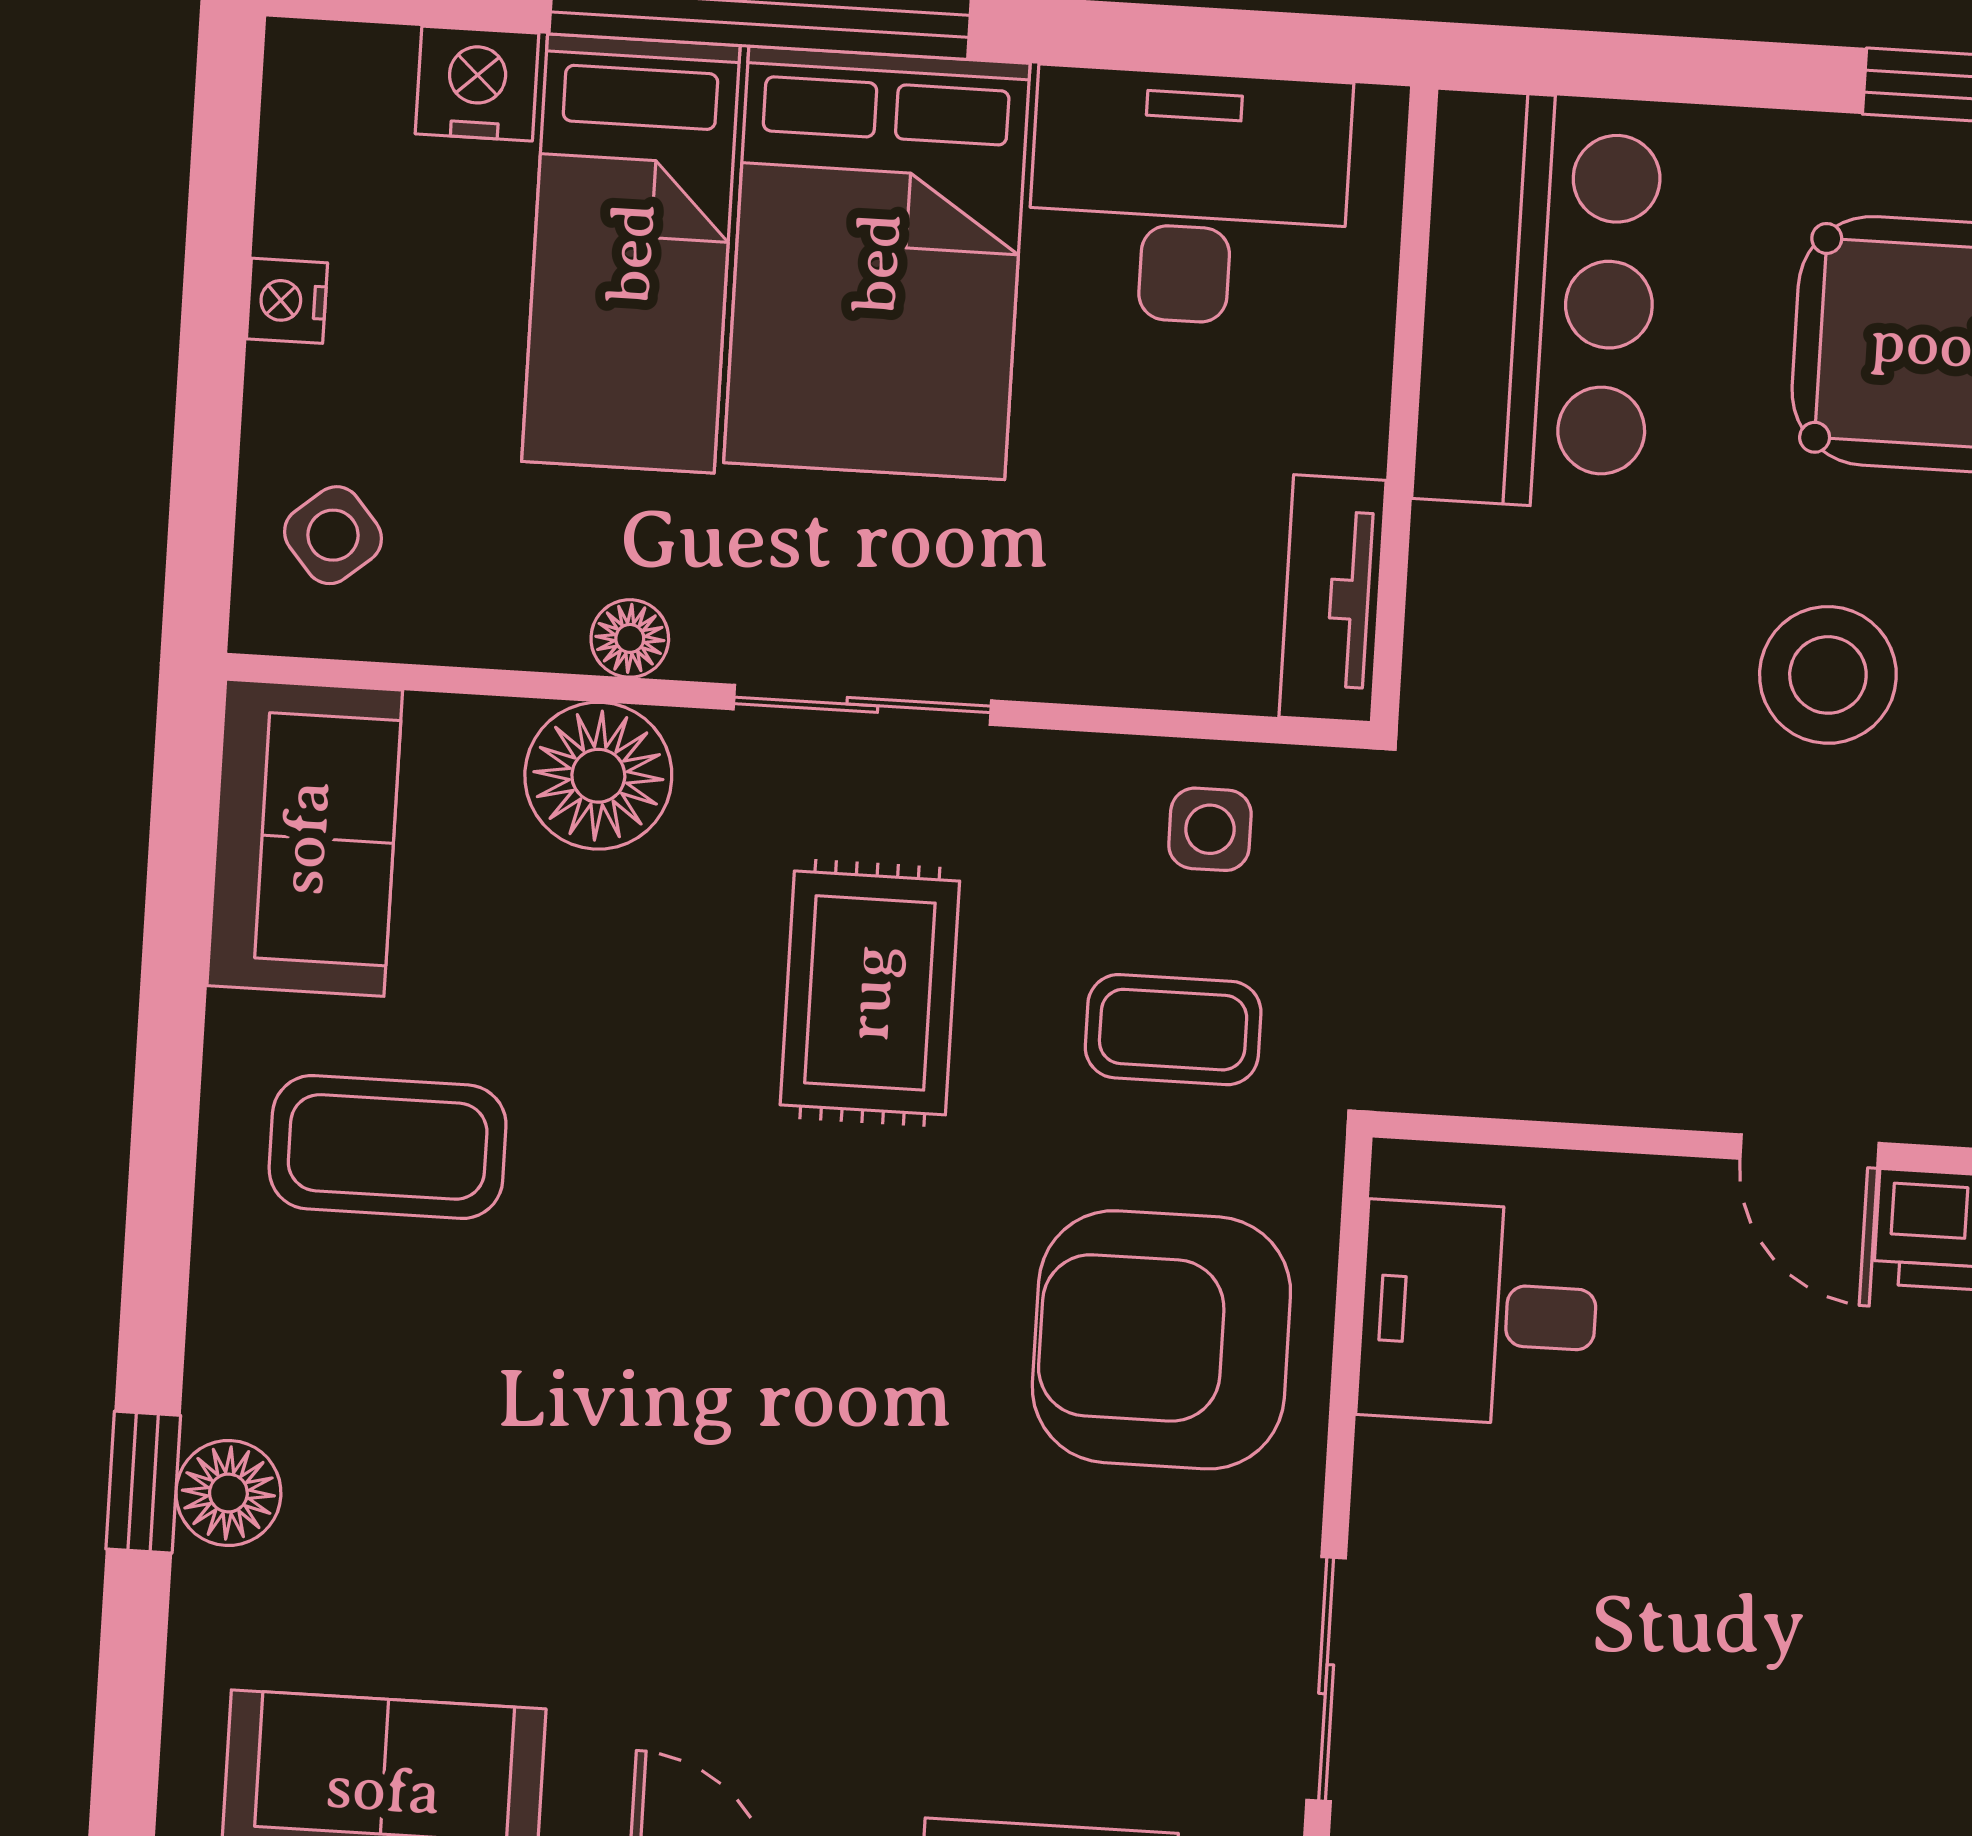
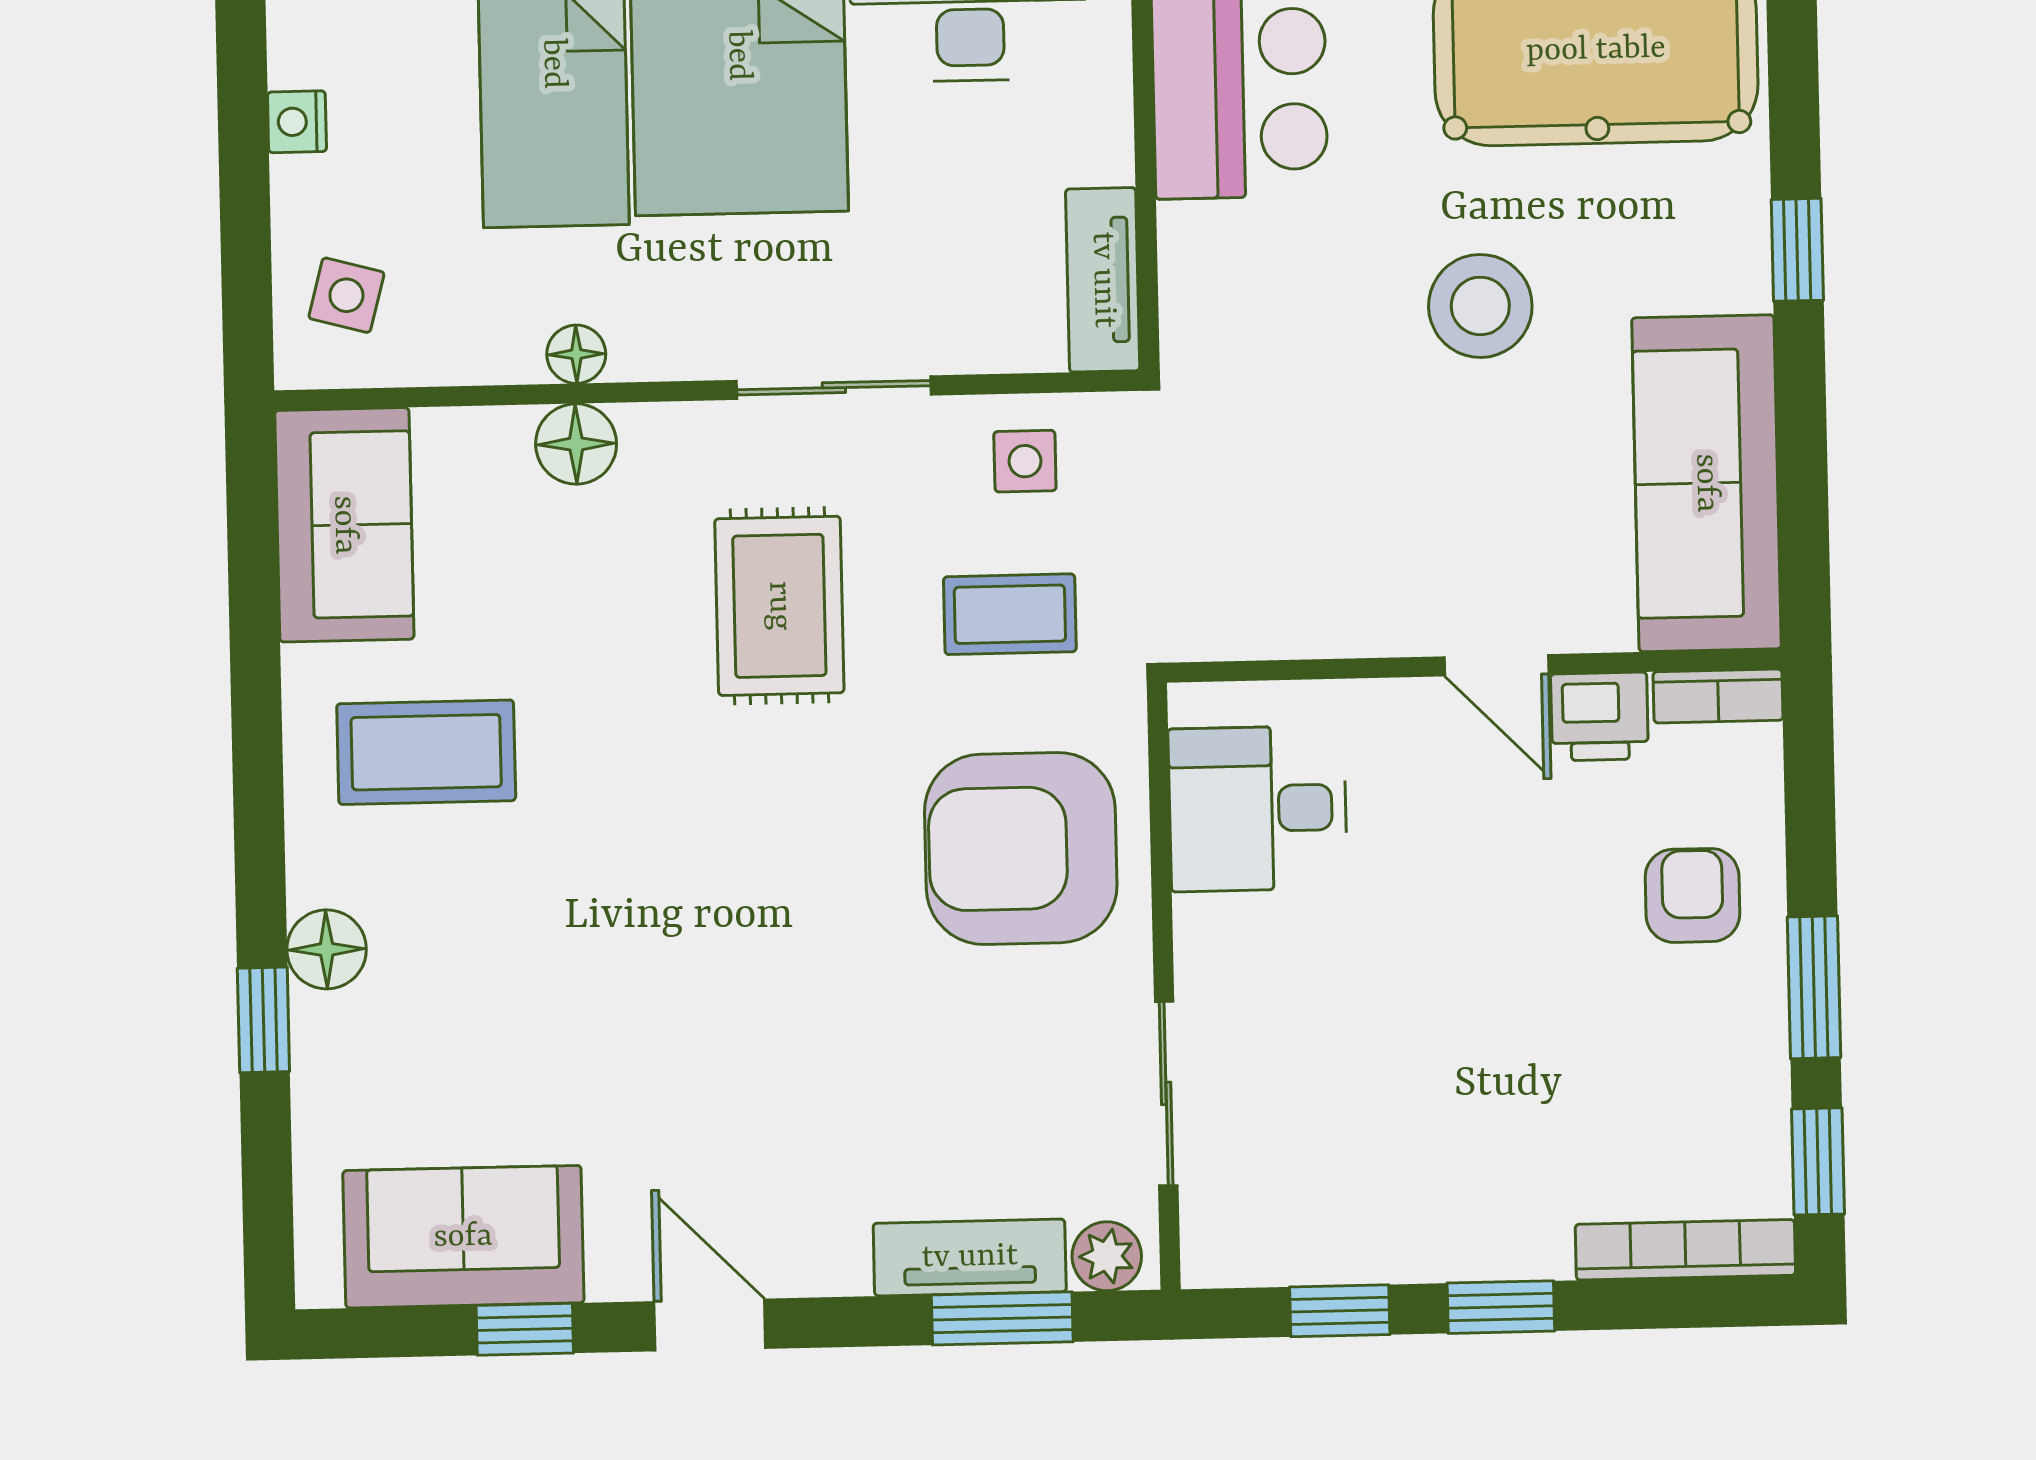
side table: (333, 535) -> (346, 295), turned -35
sliding door: (862, 705) -> (834, 388), moved
floor lamp: (598, 776) -> (576, 444), width x0.73, depth x0.73
floor lamp: (228, 1493) -> (327, 949), moved

